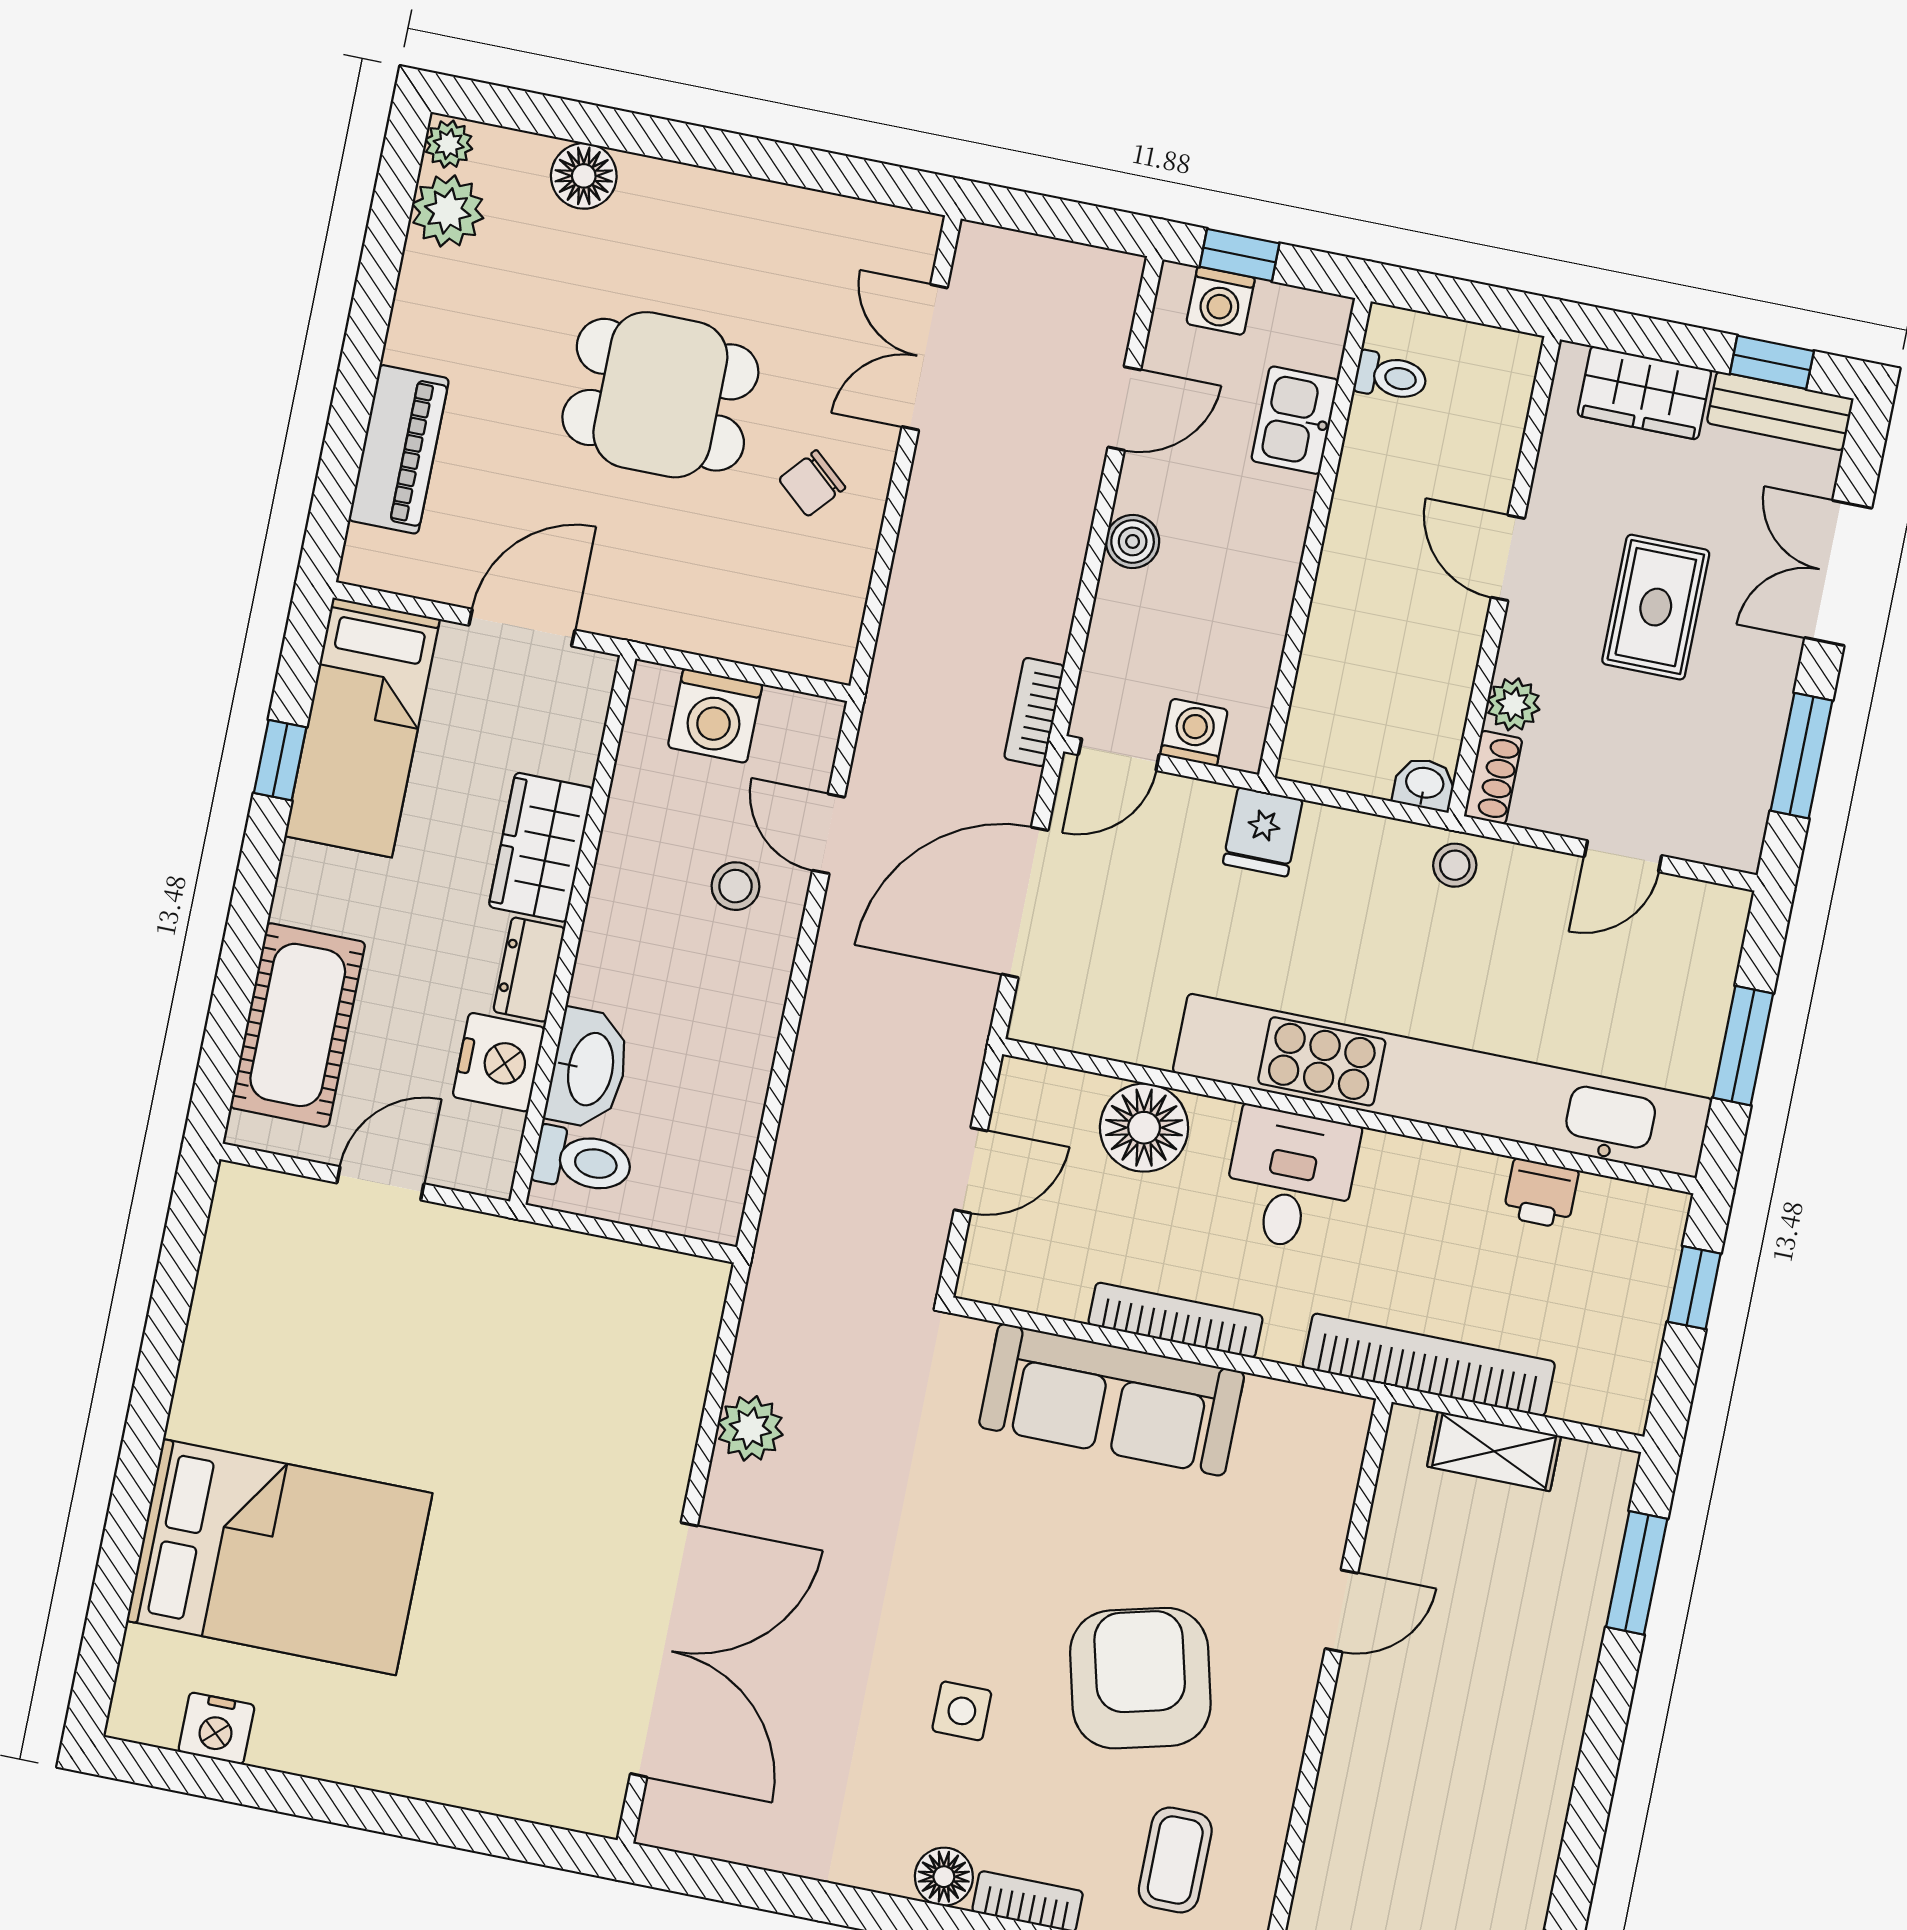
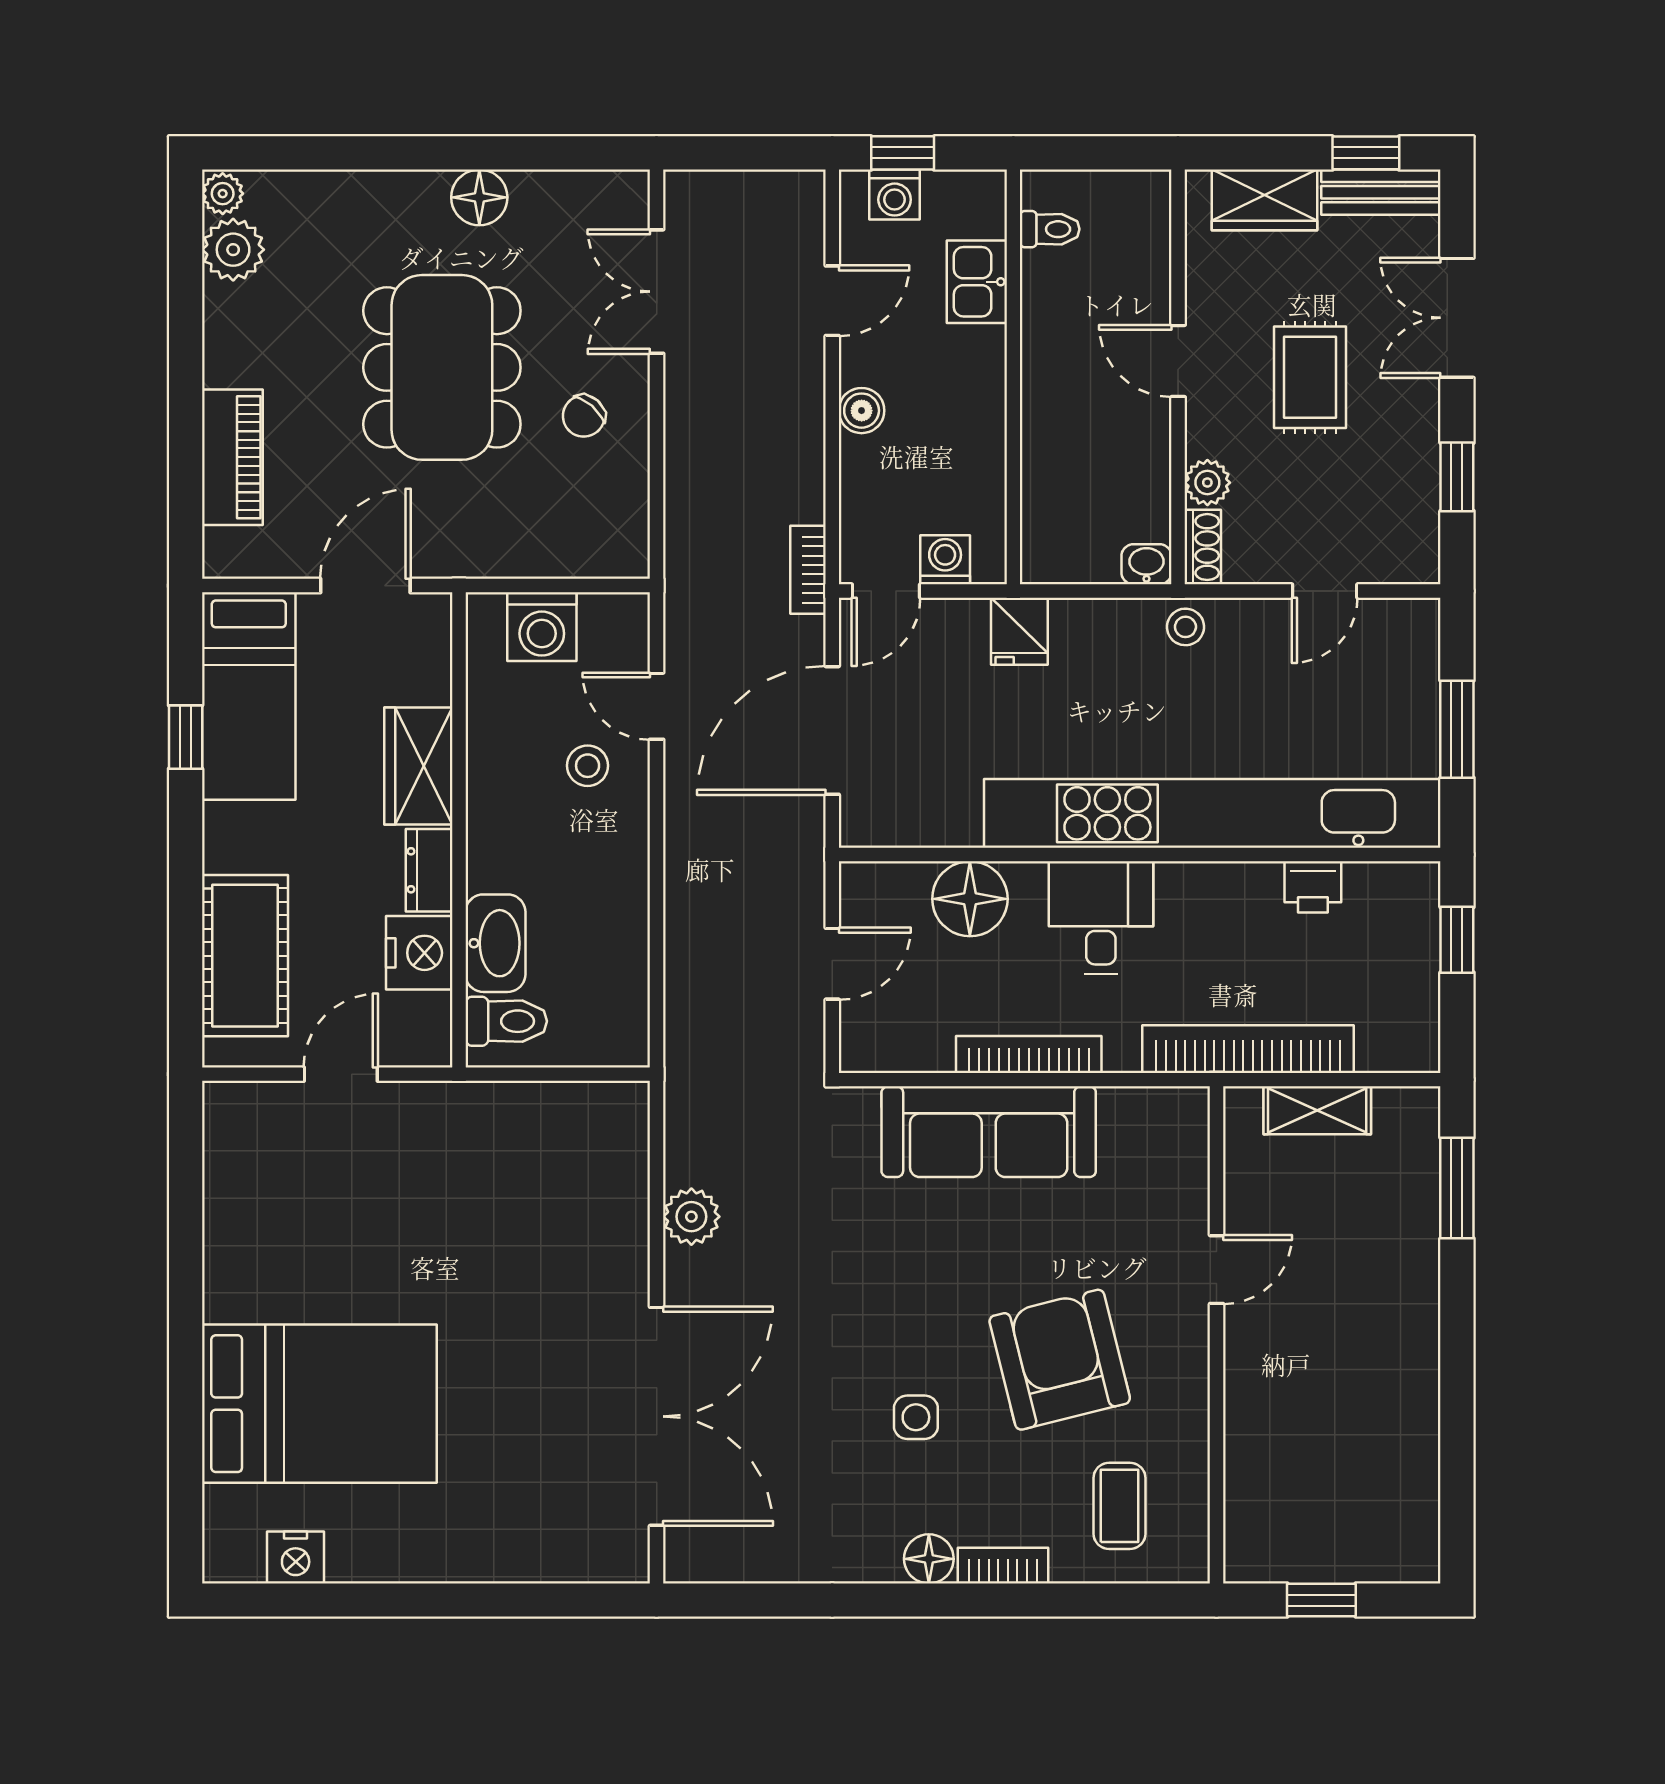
floor lamp: (584, 176) -> (479, 197), moved
dining table: (660, 395) -> (442, 367), width x1.38
window: (1801, 756) -> (1457, 477), width x0.67

